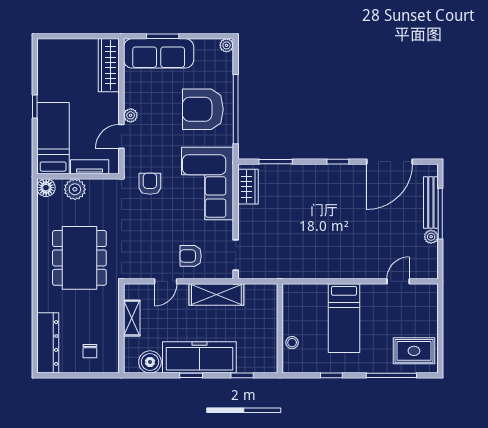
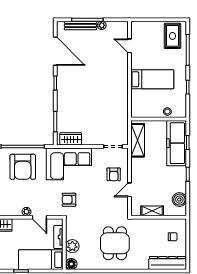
dining table: (79, 258) -> (115, 243), width x0.73
door: (166, 281) -> (129, 190), swing flipped
shelving: (216, 295) -> (138, 140), moved
freezer: (199, 357) -> (177, 143), moved

